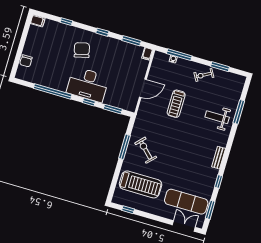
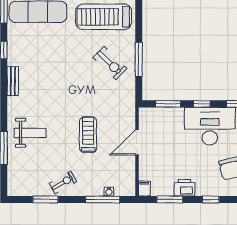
printer: (119, 46) -> (185, 188), added

